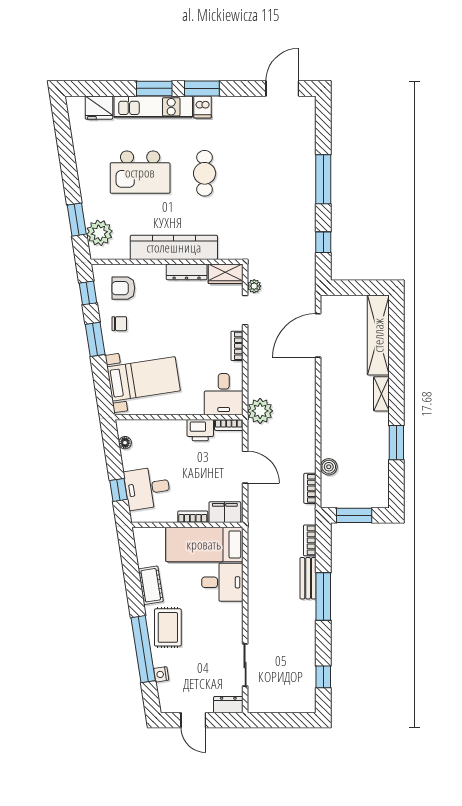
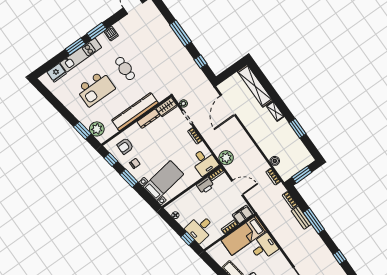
dishwasher: (202, 107) -> (111, 34), moved

